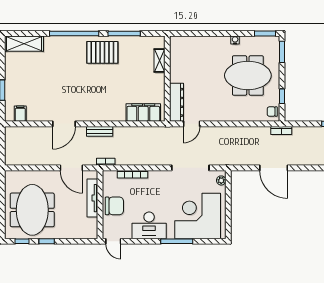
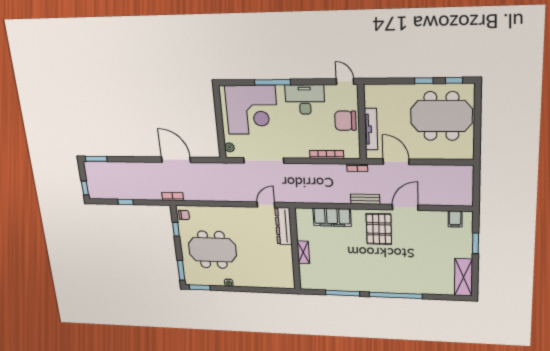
shelving: (24, 44) -> (463, 277), moved, turned 90
pallet: (102, 52) -> (379, 229), moved, turned 90
shelving: (159, 61) -> (303, 252), moved
filing cabinet: (143, 113) -> (332, 217), moved
meeting table: (32, 210) -> (441, 116), turned 90

